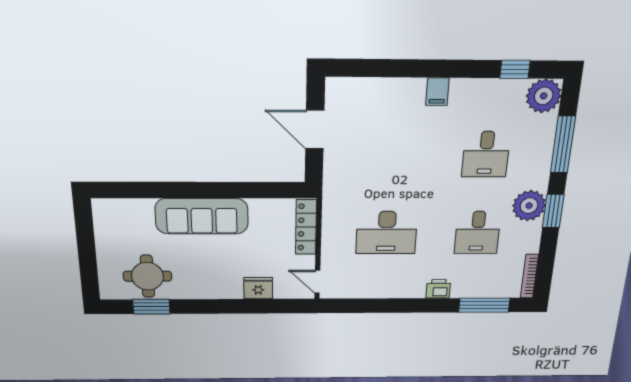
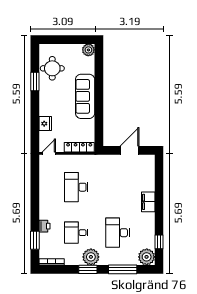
filing cabinet: (437, 92) -> (148, 202), width x2.00
desk: (486, 154) -> (118, 233), width x1.37
plant: (105, 210) -> (88, 50), added
printer: (438, 289) -> (44, 226), moved
window: (484, 305) -> (35, 240), width x0.69
window: (151, 307) -> (35, 81), moved

